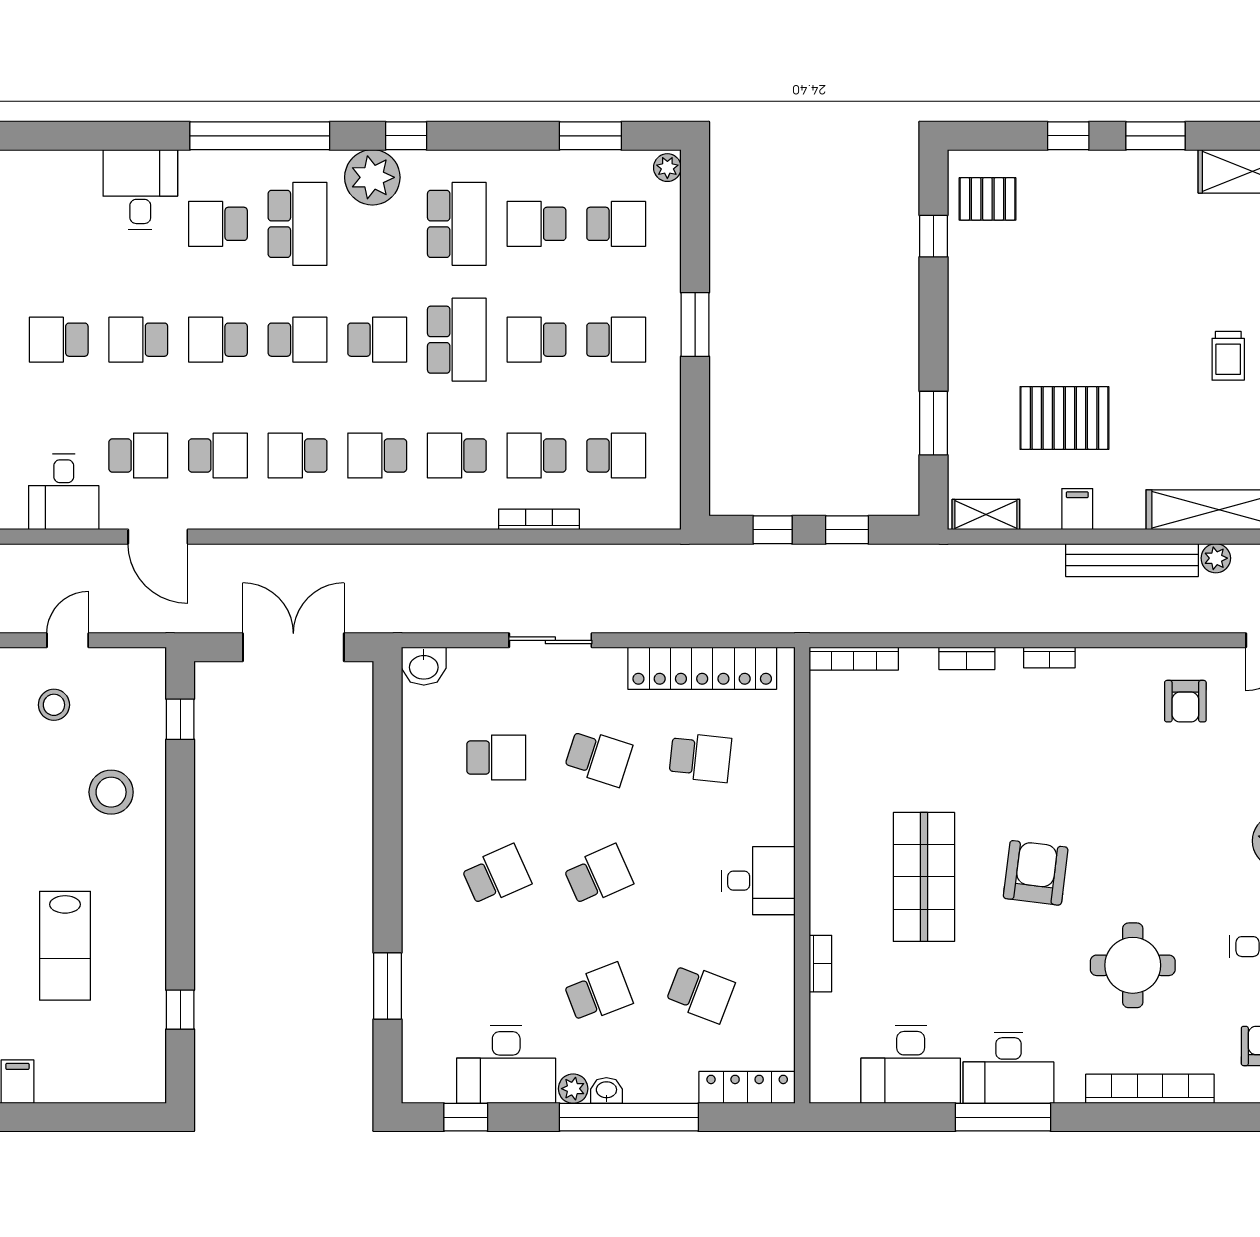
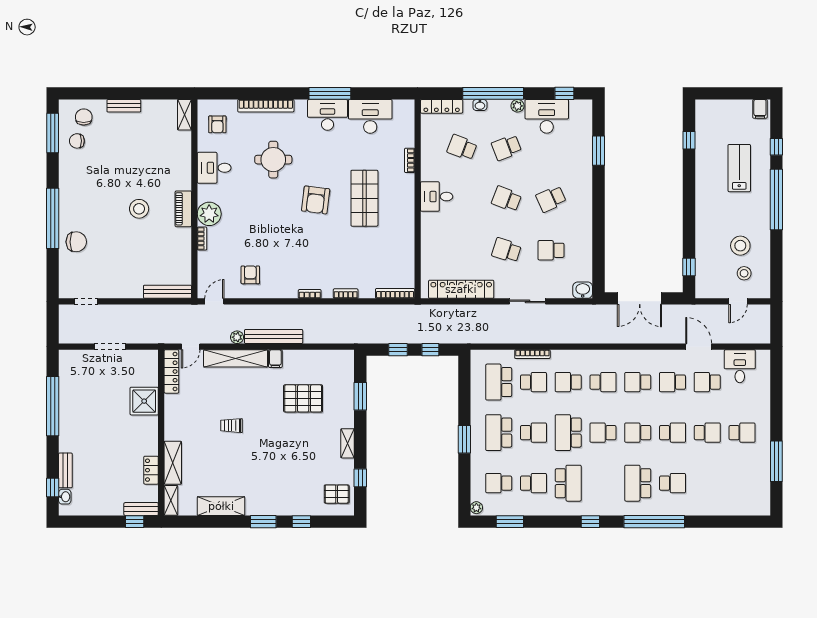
plant: (372, 177) -> (605, 503), removed
desk: (140, 190) -> (706, 498), removed
school desk: (457, 224) -> (568, 483), turned 180
school desk: (616, 340) -> (499, 433), width x1.85
trolley: (1228, 356) -> (232, 426), turned -90
school desk: (298, 455) -> (638, 382), turned 180
school desk: (457, 455) -> (568, 382), turned 180
school desk: (616, 455) -> (499, 382), width x1.85
filing cabinet: (1077, 509) -> (275, 359), moved
shelving: (986, 515) -> (348, 443), moved, turned 90
school desk: (700, 758) -> (462, 250), removed
stool: (111, 792) -> (740, 246), moved
school desk: (598, 875) -> (507, 199), turned 45
washbasin: (606, 1090) -> (480, 105), moved

